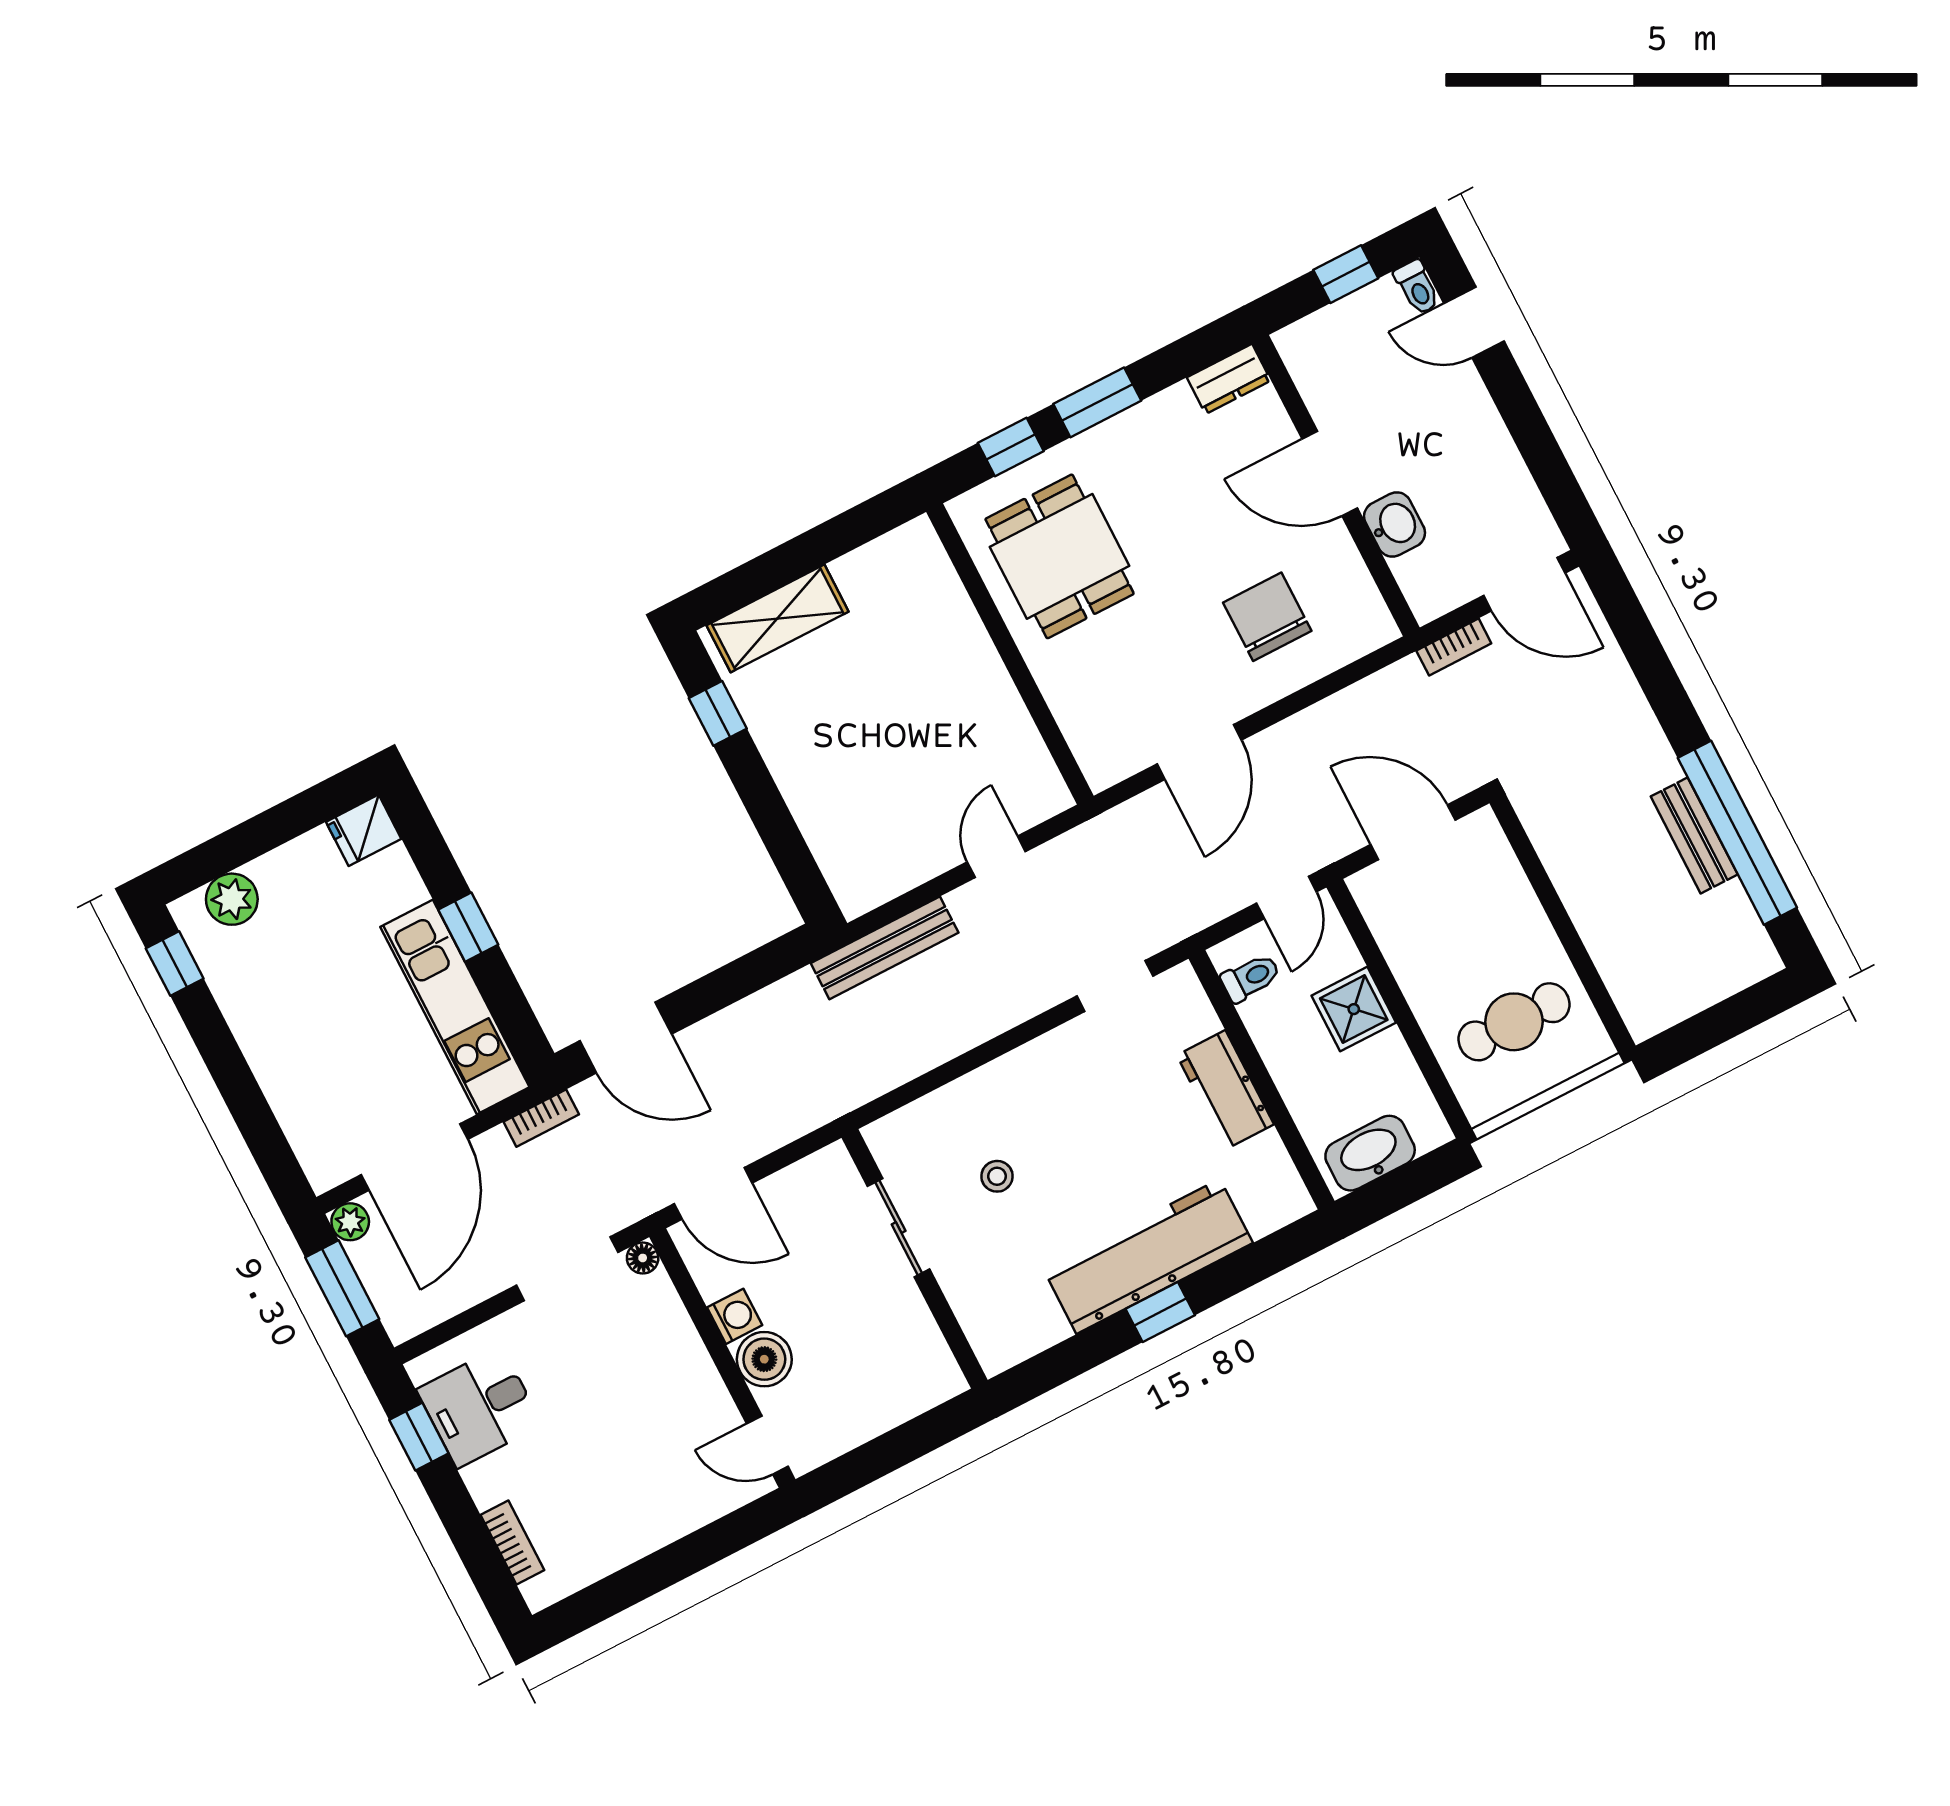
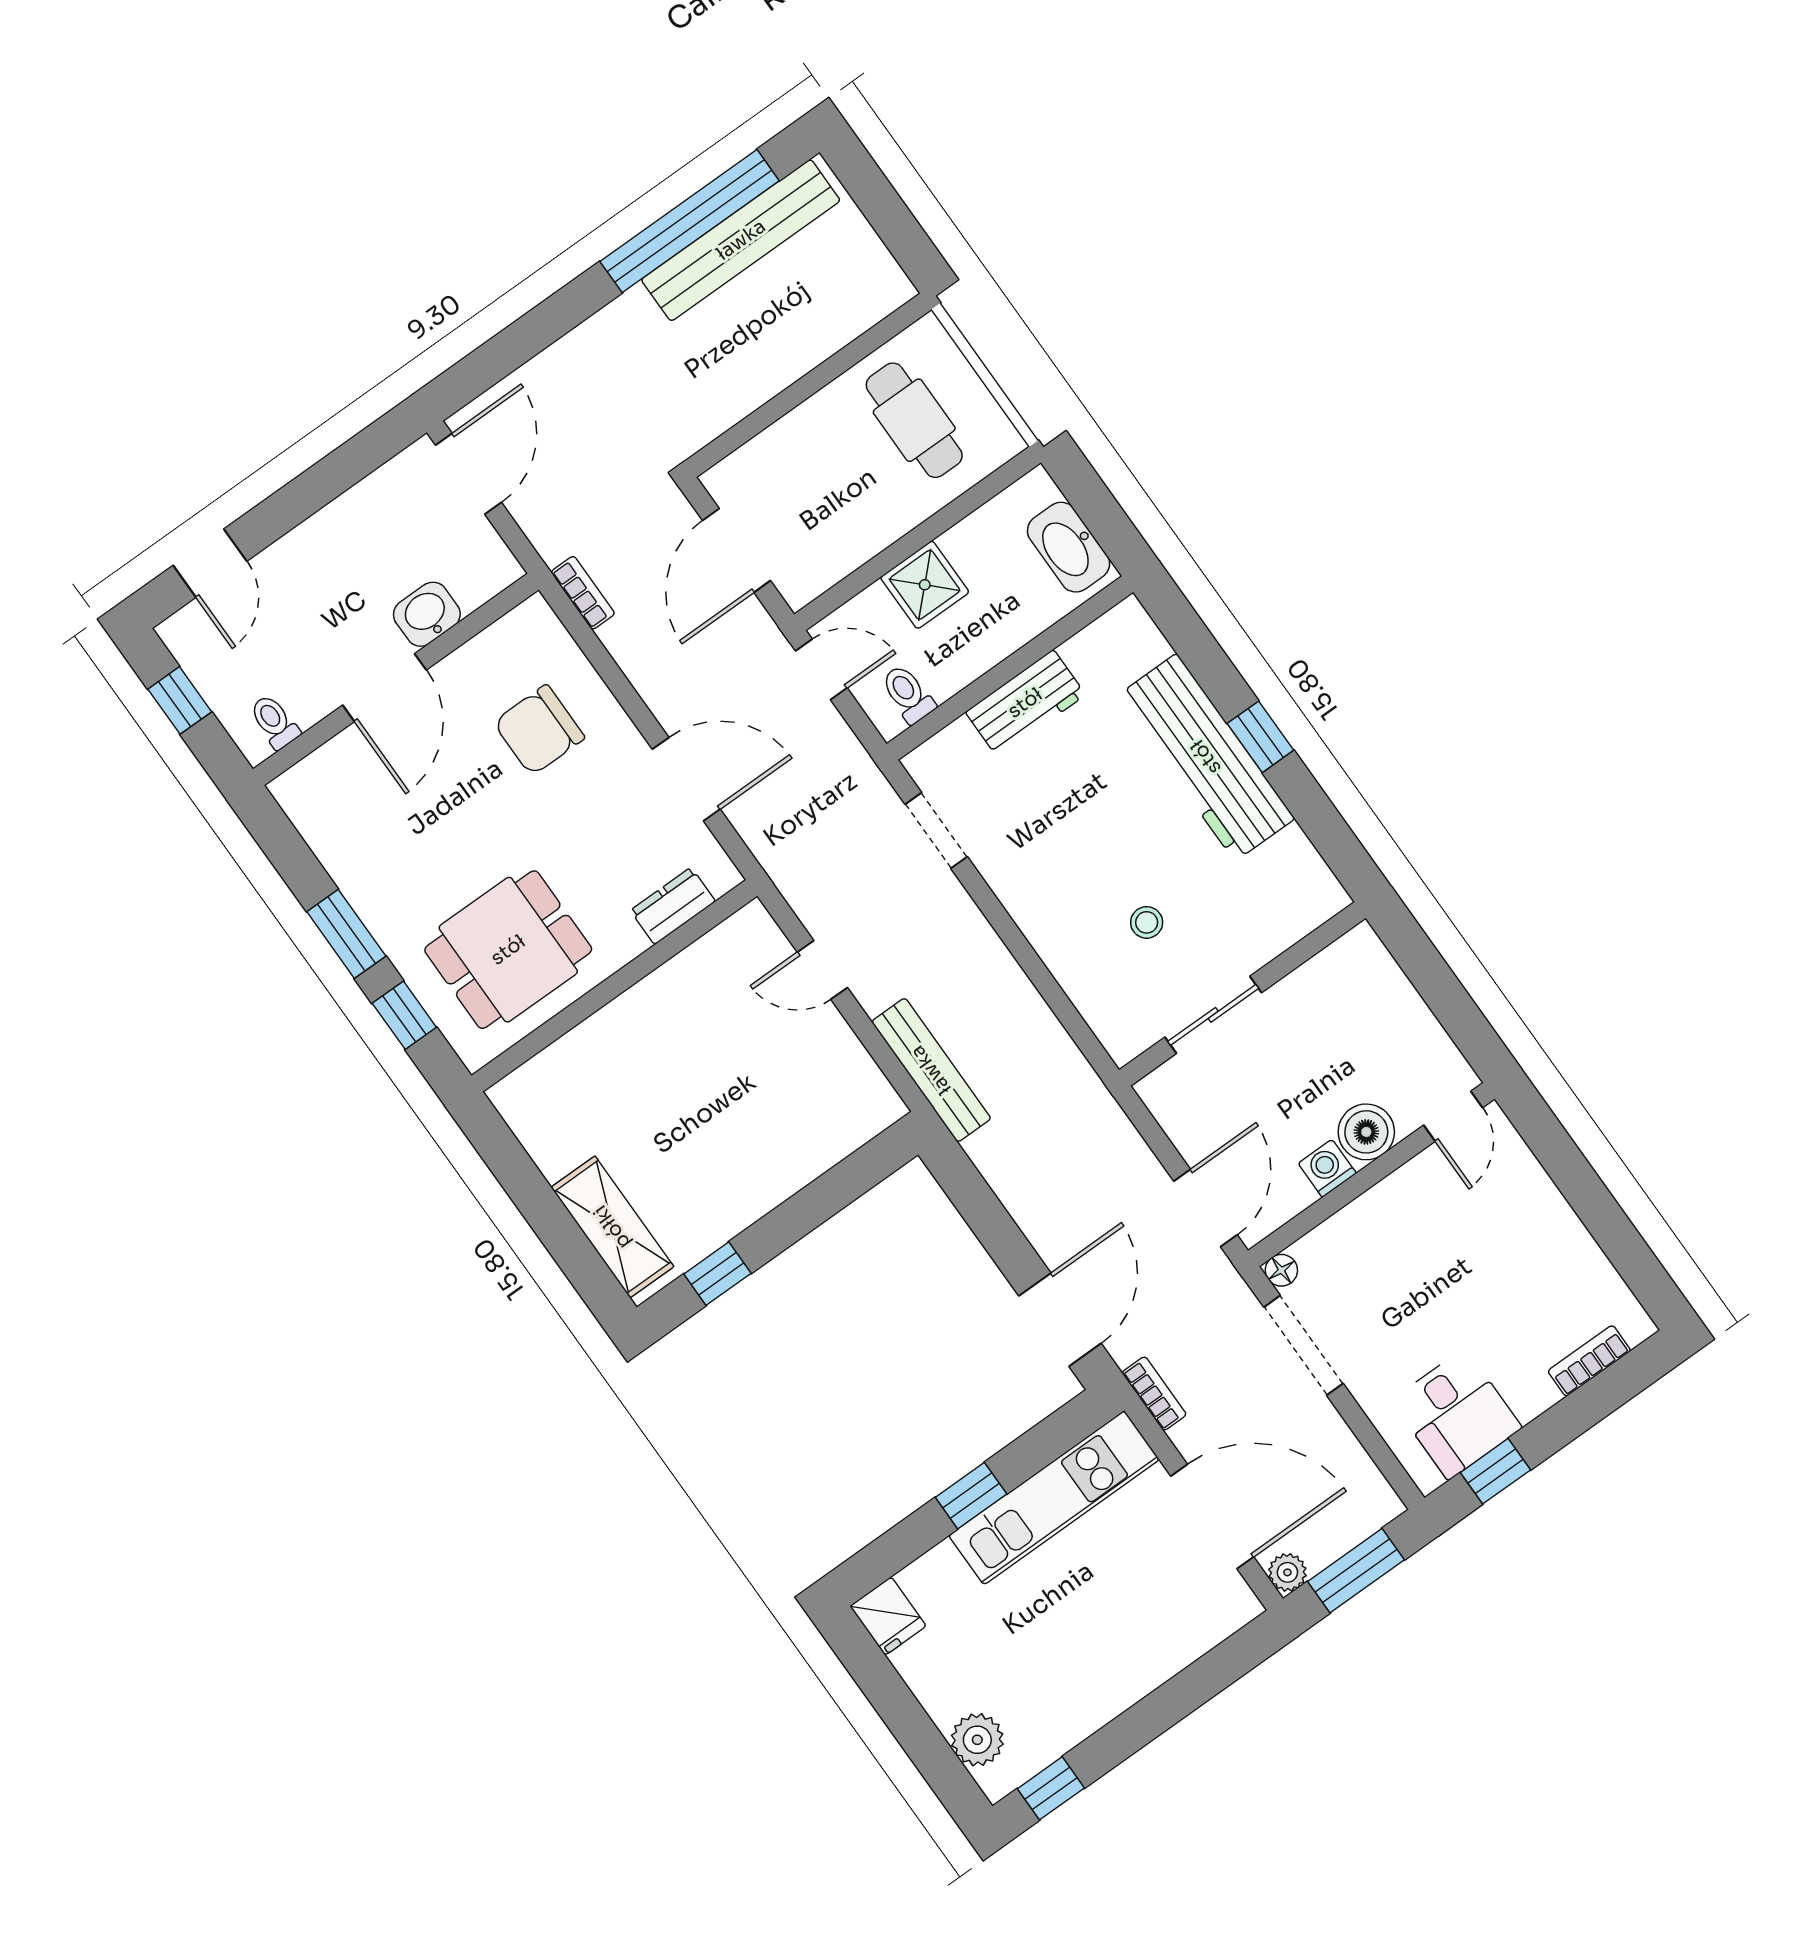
toilet: (1417, 287) -> (274, 722), moved, turned -90
dresser: (1229, 379) -> (673, 906), moved, turned -90
bookcase: (1454, 647) -> (583, 593), moved
bench: (1694, 835) -> (741, 240), width x1.86, depth x1.21

